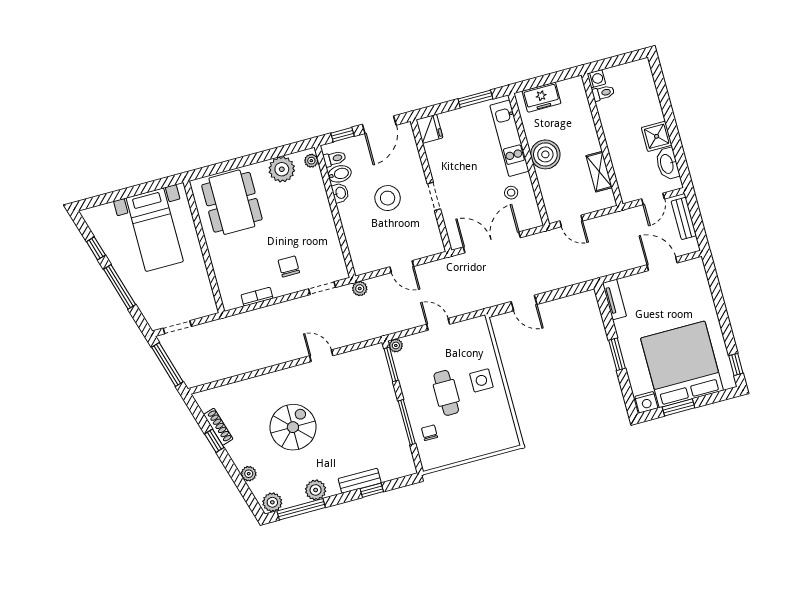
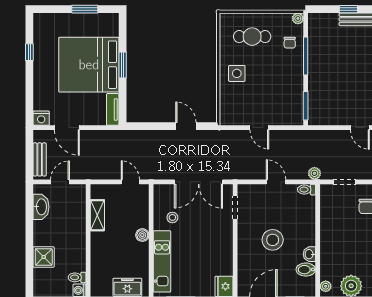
shower: (657, 136) -> (44, 257), moved
boiler: (545, 154) -> (142, 235), width x0.54, depth x0.54
toilet: (335, 159) -> (307, 190), moved
doorway: (434, 196) -> (235, 208), moved
plant: (396, 345) -> (298, 18), moved
bed: (682, 364) -> (89, 65), moved, turned 90
window: (736, 364) -> (29, 52), moved
cafe table: (446, 393) -> (252, 37), moved, turned 90
nightstand: (646, 402) -> (41, 118), moved, turned 180

